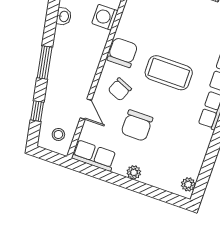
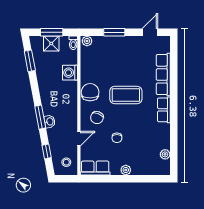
washbasin: (64, 16) -> (50, 121), moved
door: (86, 109) -> (79, 139), hinge flipped
chair: (137, 126) -> (117, 138), width x0.54, depth x0.54
plant: (188, 184) -> (165, 154), moved

